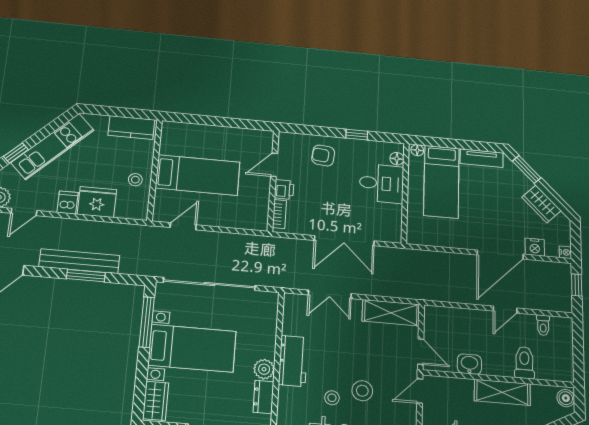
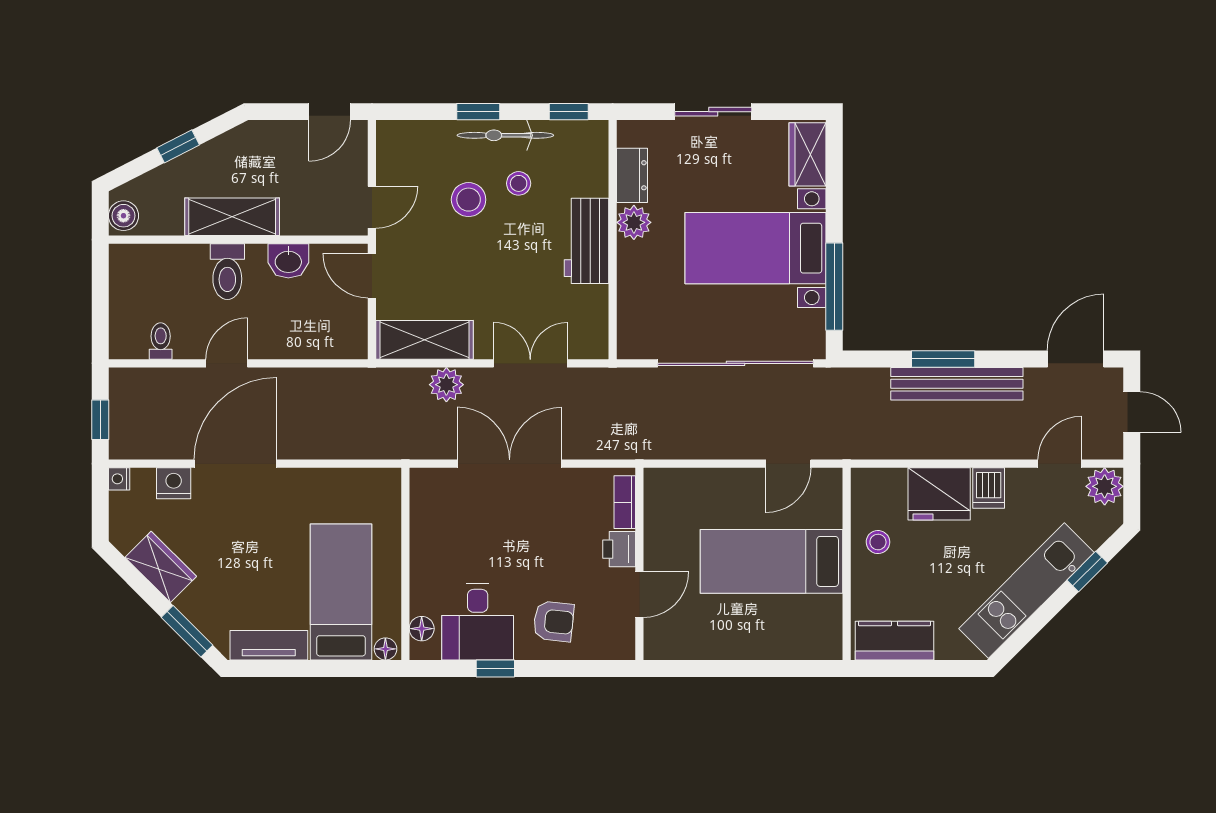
desk: (382, 183) -> (478, 622), moved, turned -90
plant: (379, 287) -> (446, 385), added
toilet: (524, 363) -> (227, 272), moved

